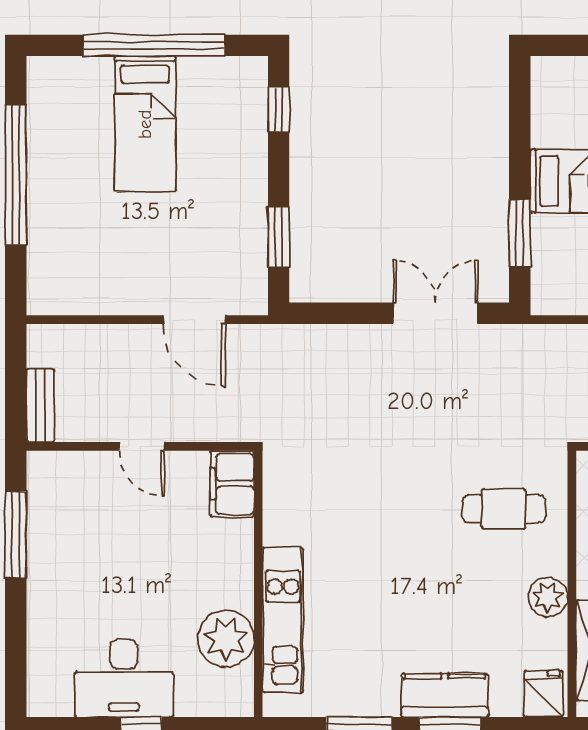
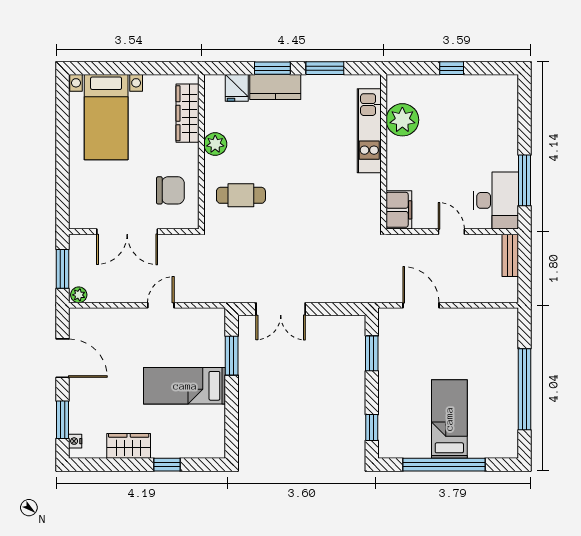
desk: (124, 678) -> (496, 200), moved, turned 90
fridge: (544, 694) -> (237, 88), moved

